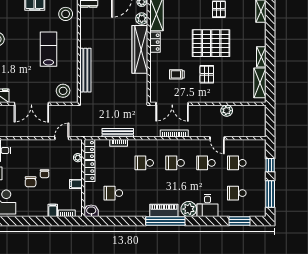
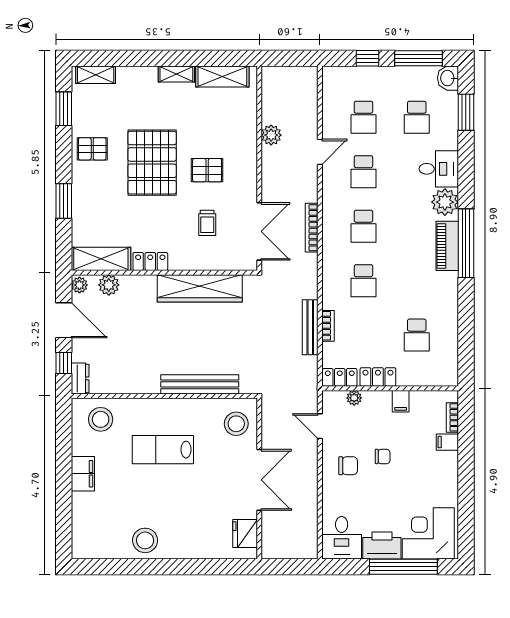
wardrobe: (140, 49) -> (200, 288), moved
chair: (31, 182) -> (348, 466), moved
washbasin: (91, 211) -> (448, 78), moved

